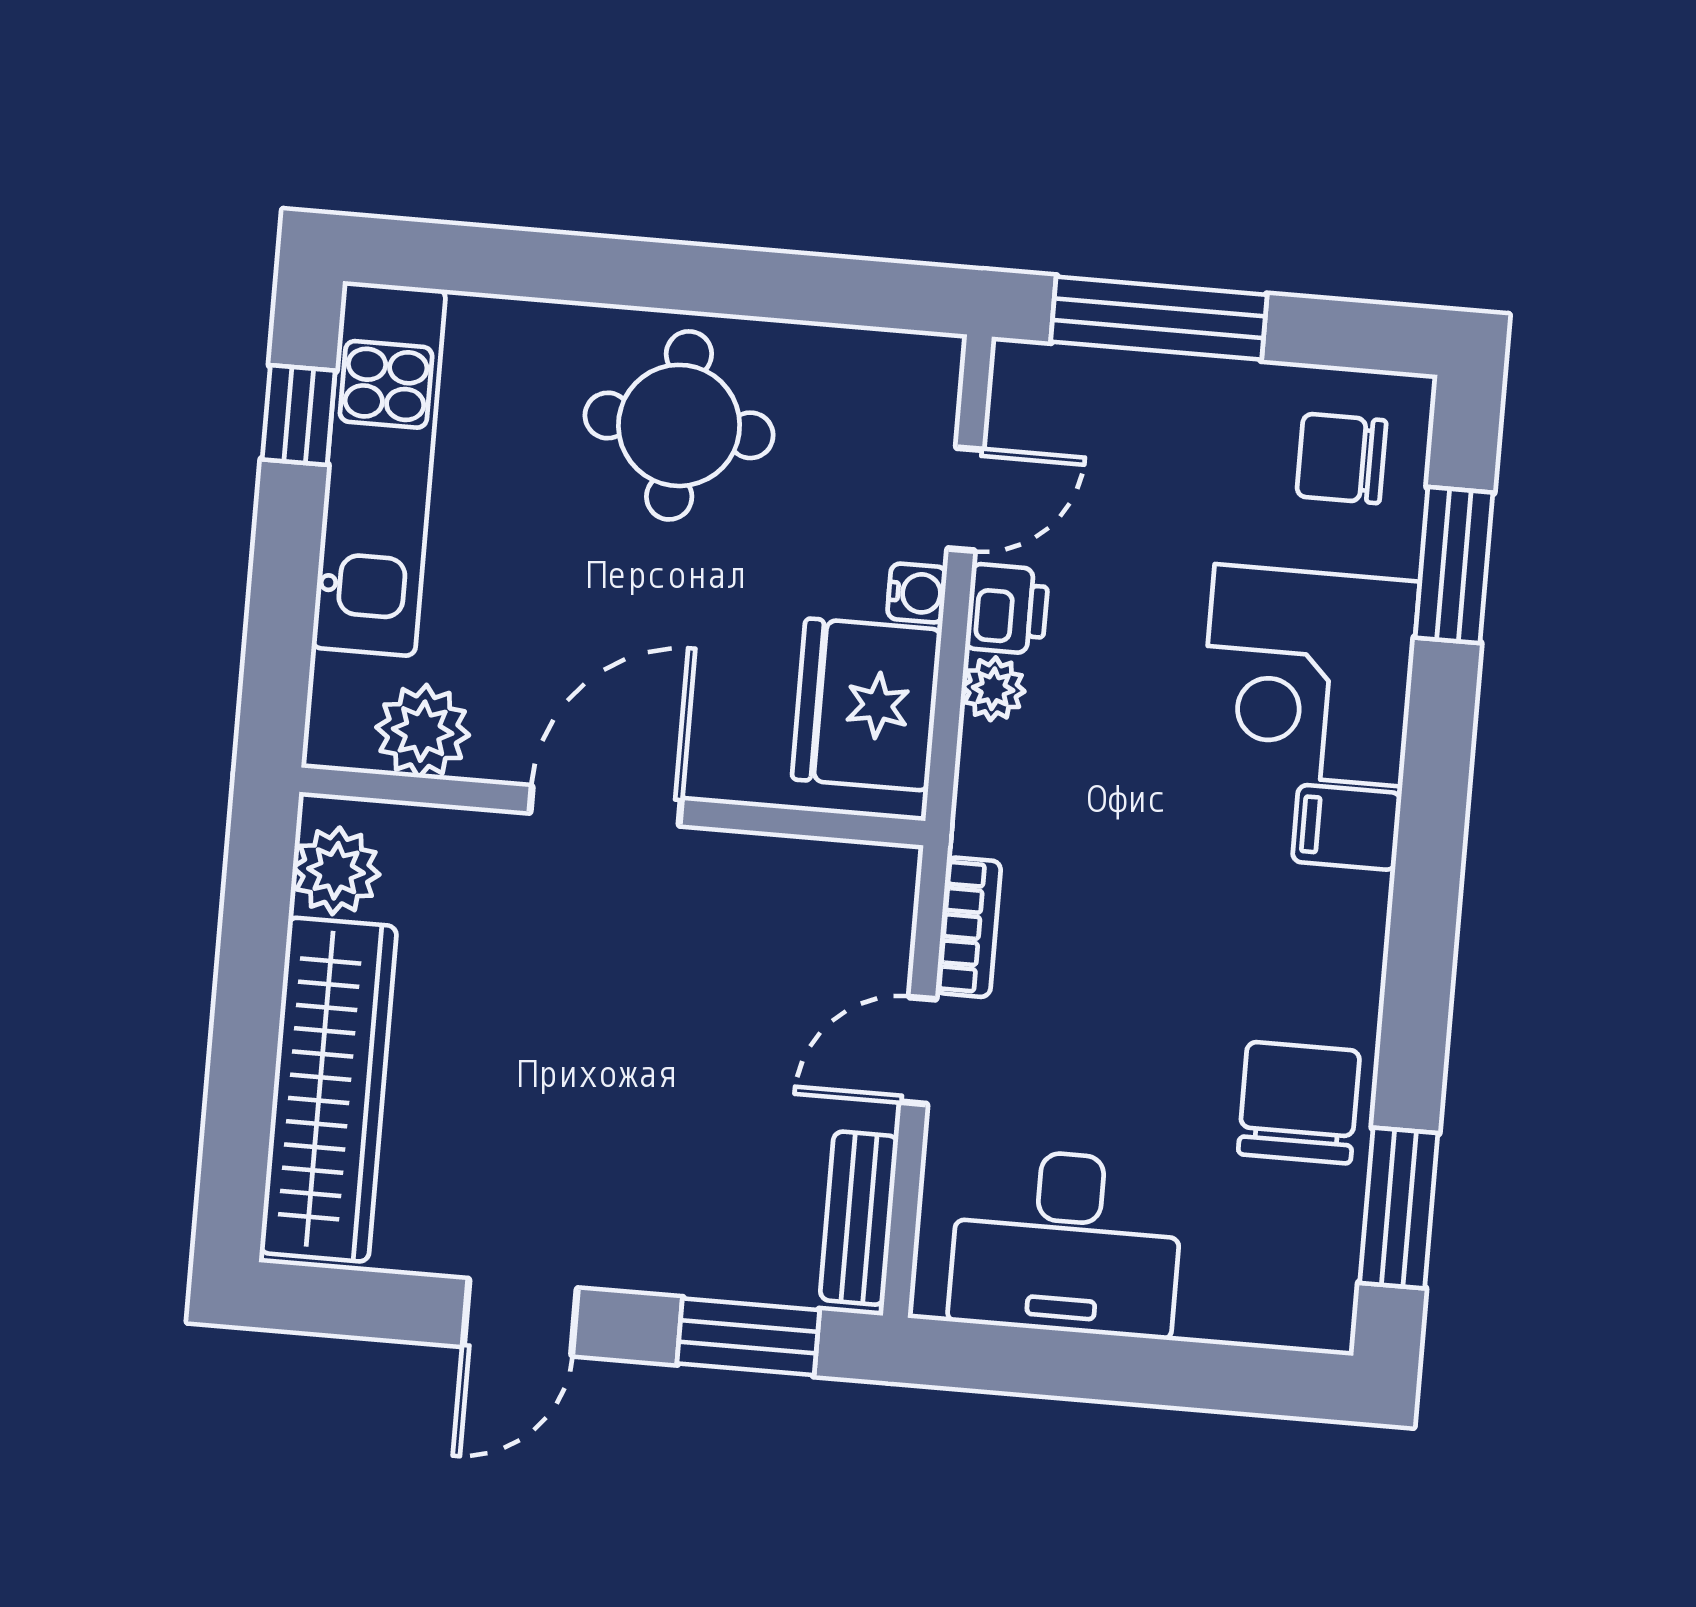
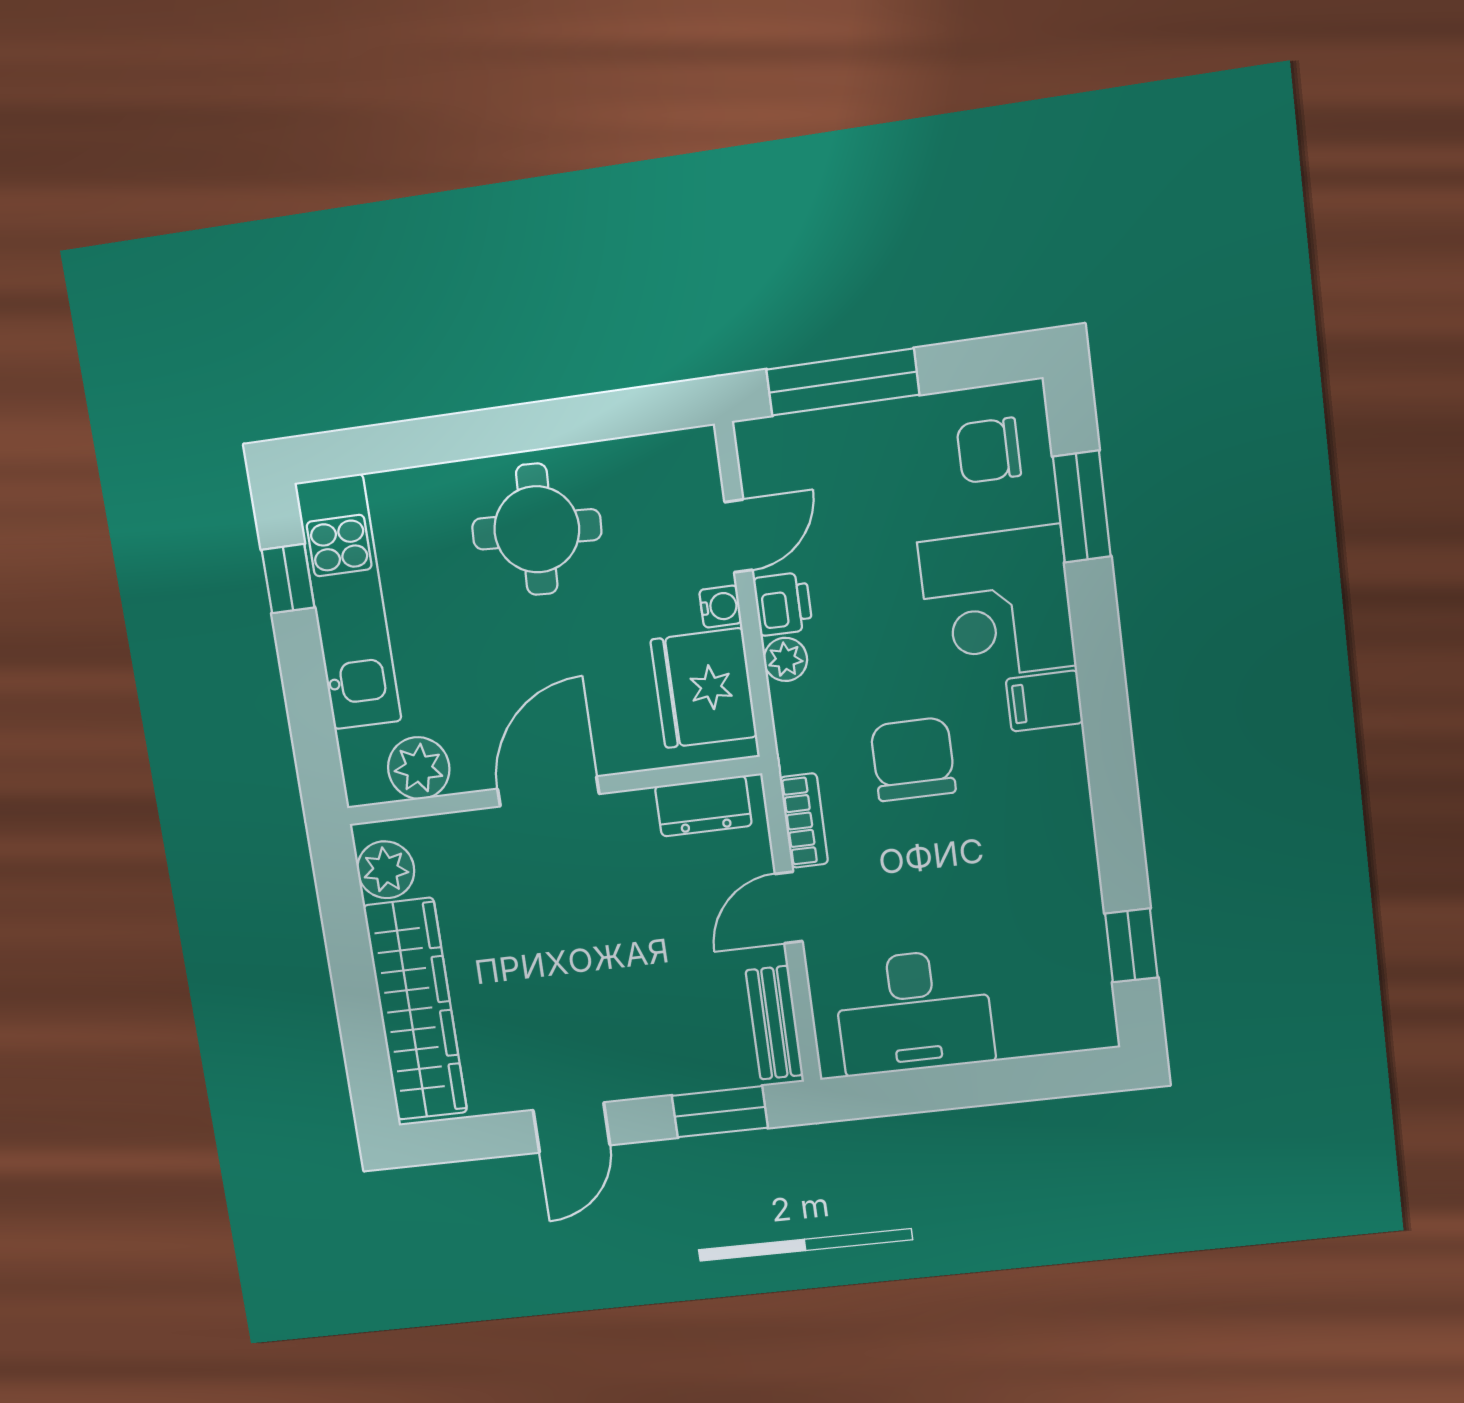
dresser: (827, 875) -> (703, 806), added
chair: (1299, 1103) -> (913, 759), moved
window: (1399, 1208) -> (1131, 945), width x0.67

